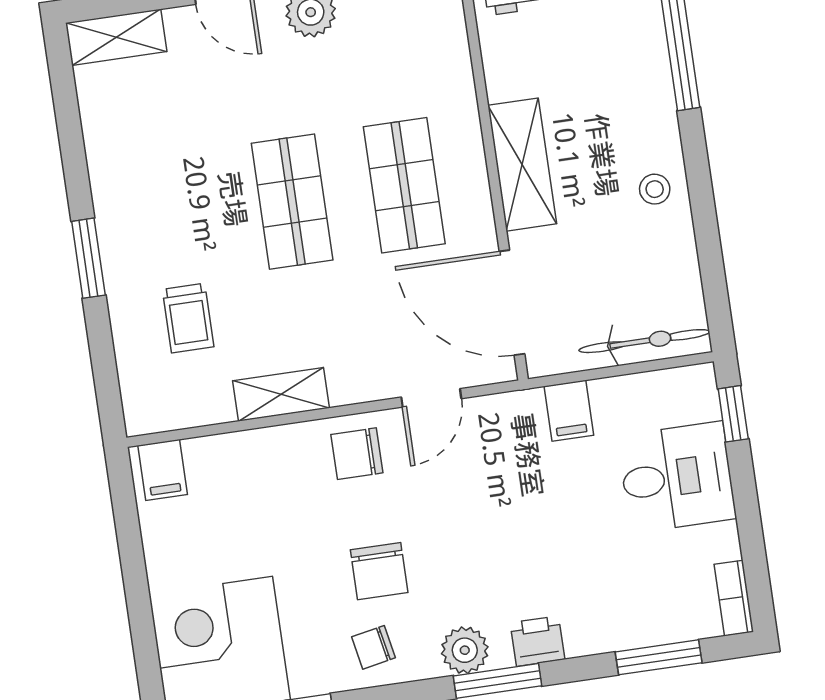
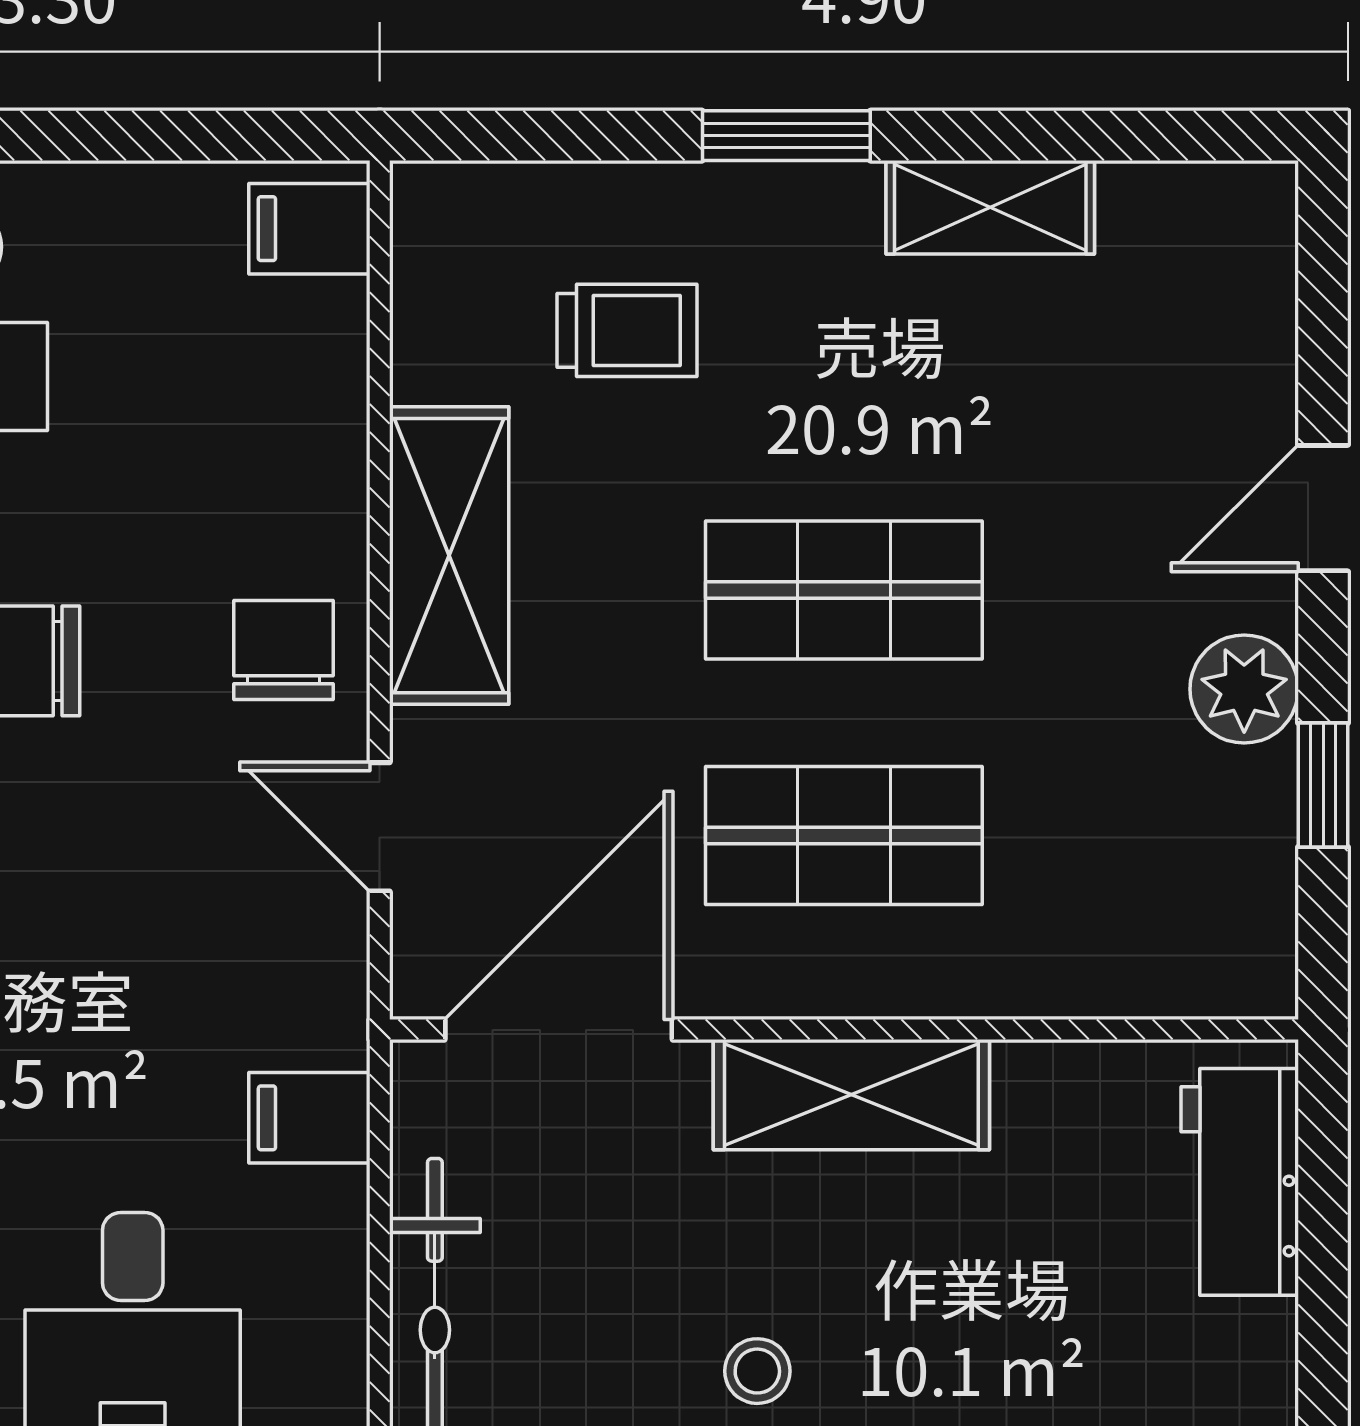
shelving: (116, 37) -> (990, 207), moved, turned 90
trolley: (188, 318) -> (627, 330), turned 180
shelving: (281, 394) -> (449, 556), width x1.50, depth x1.33

